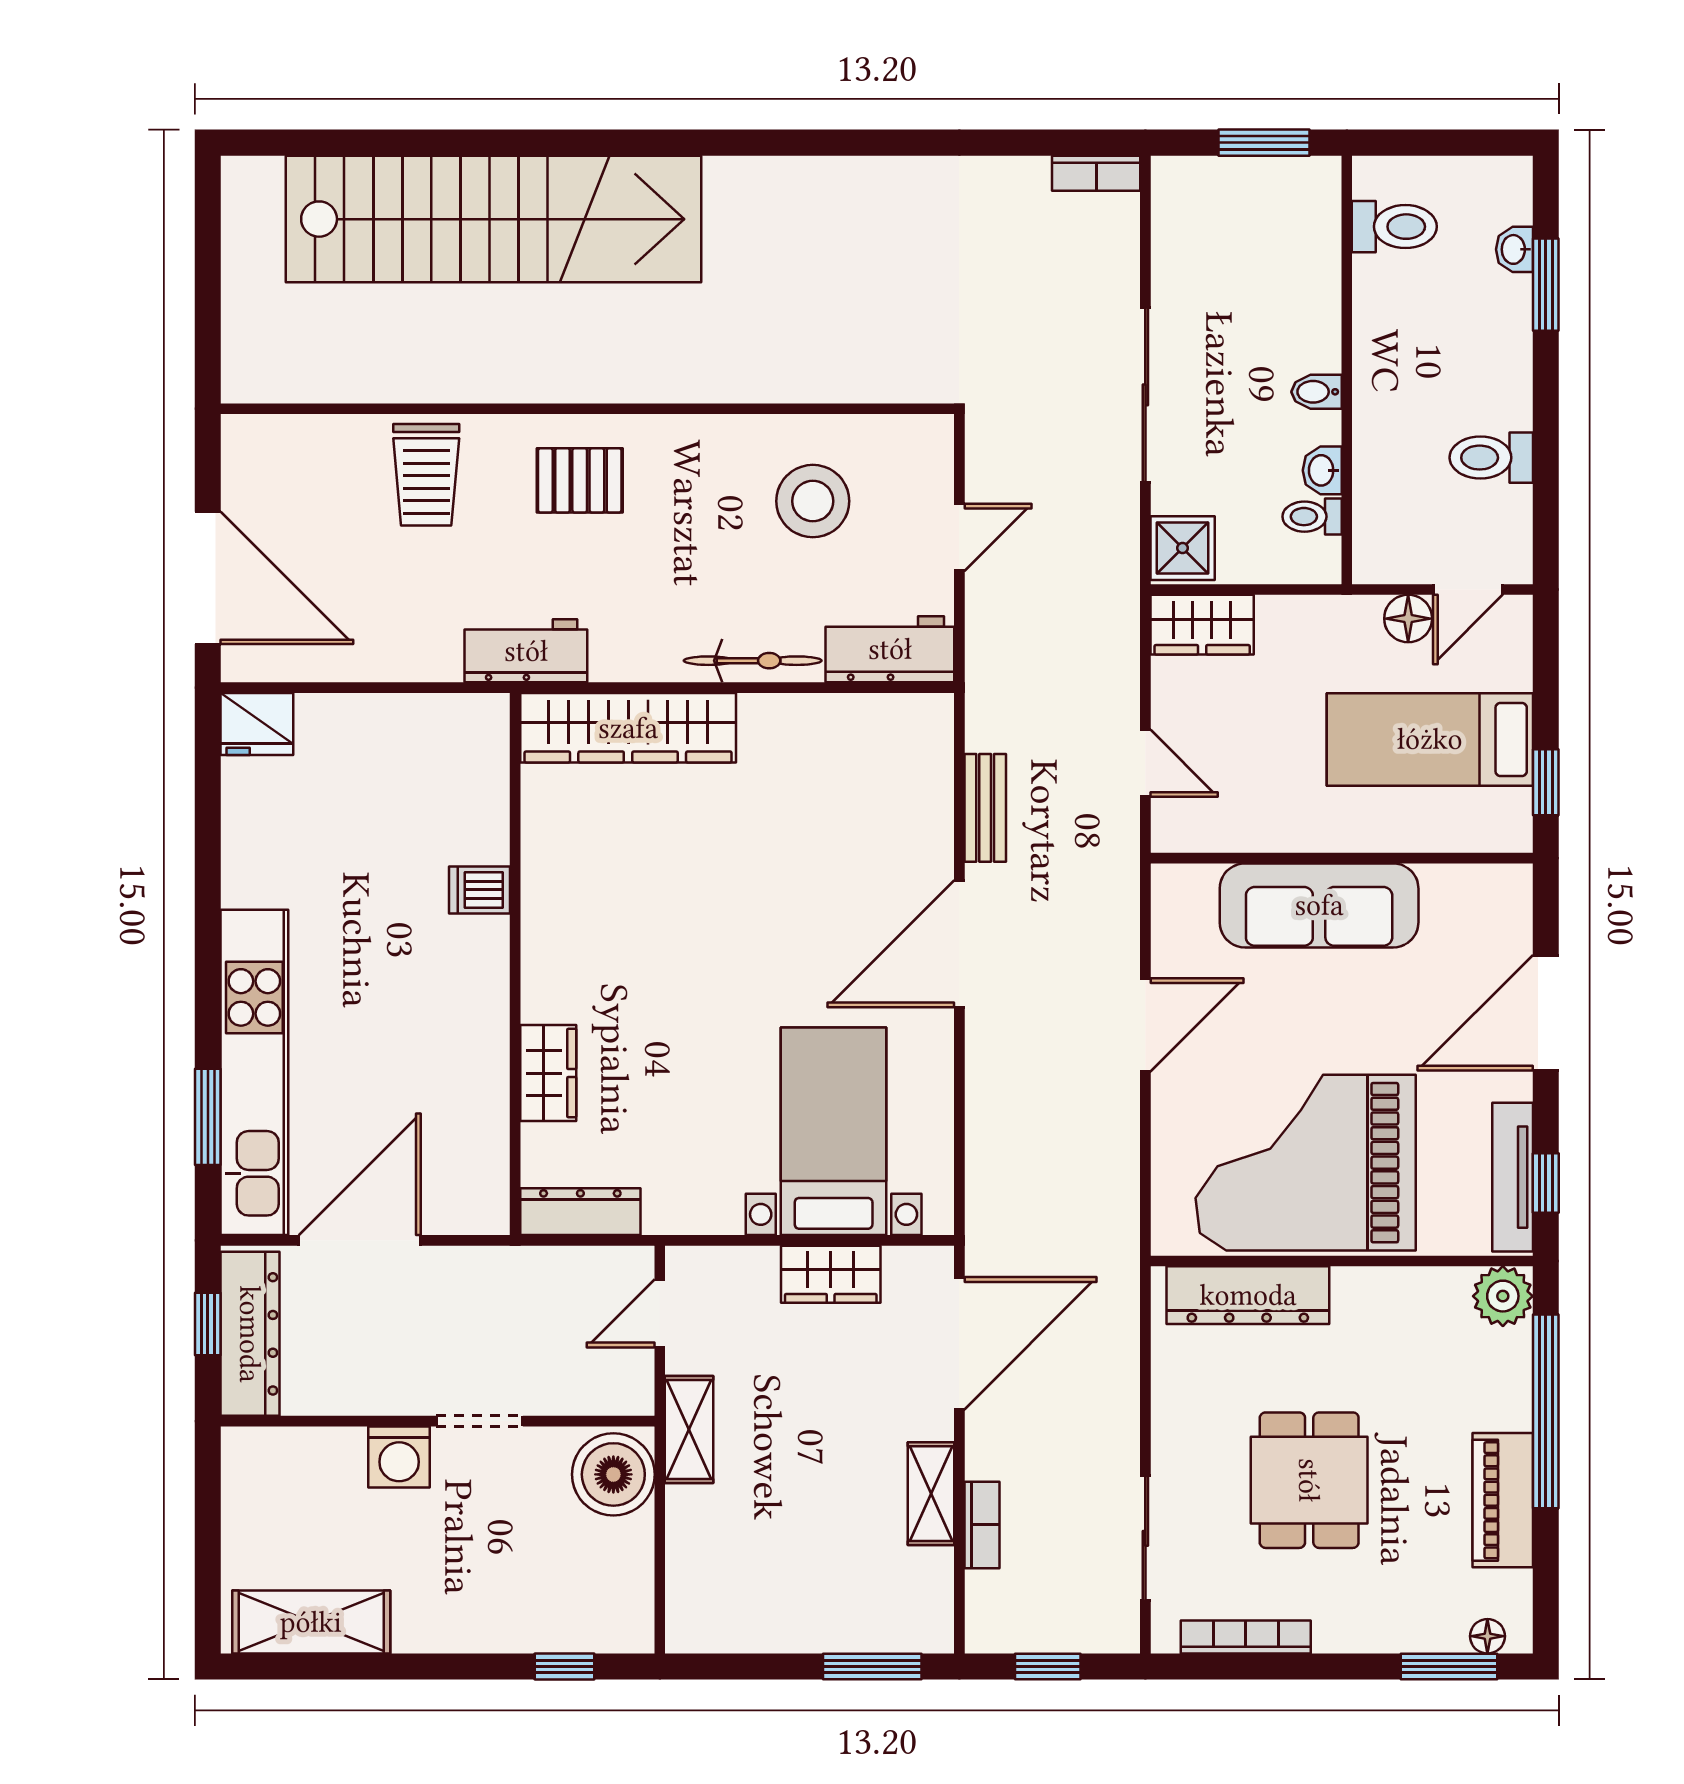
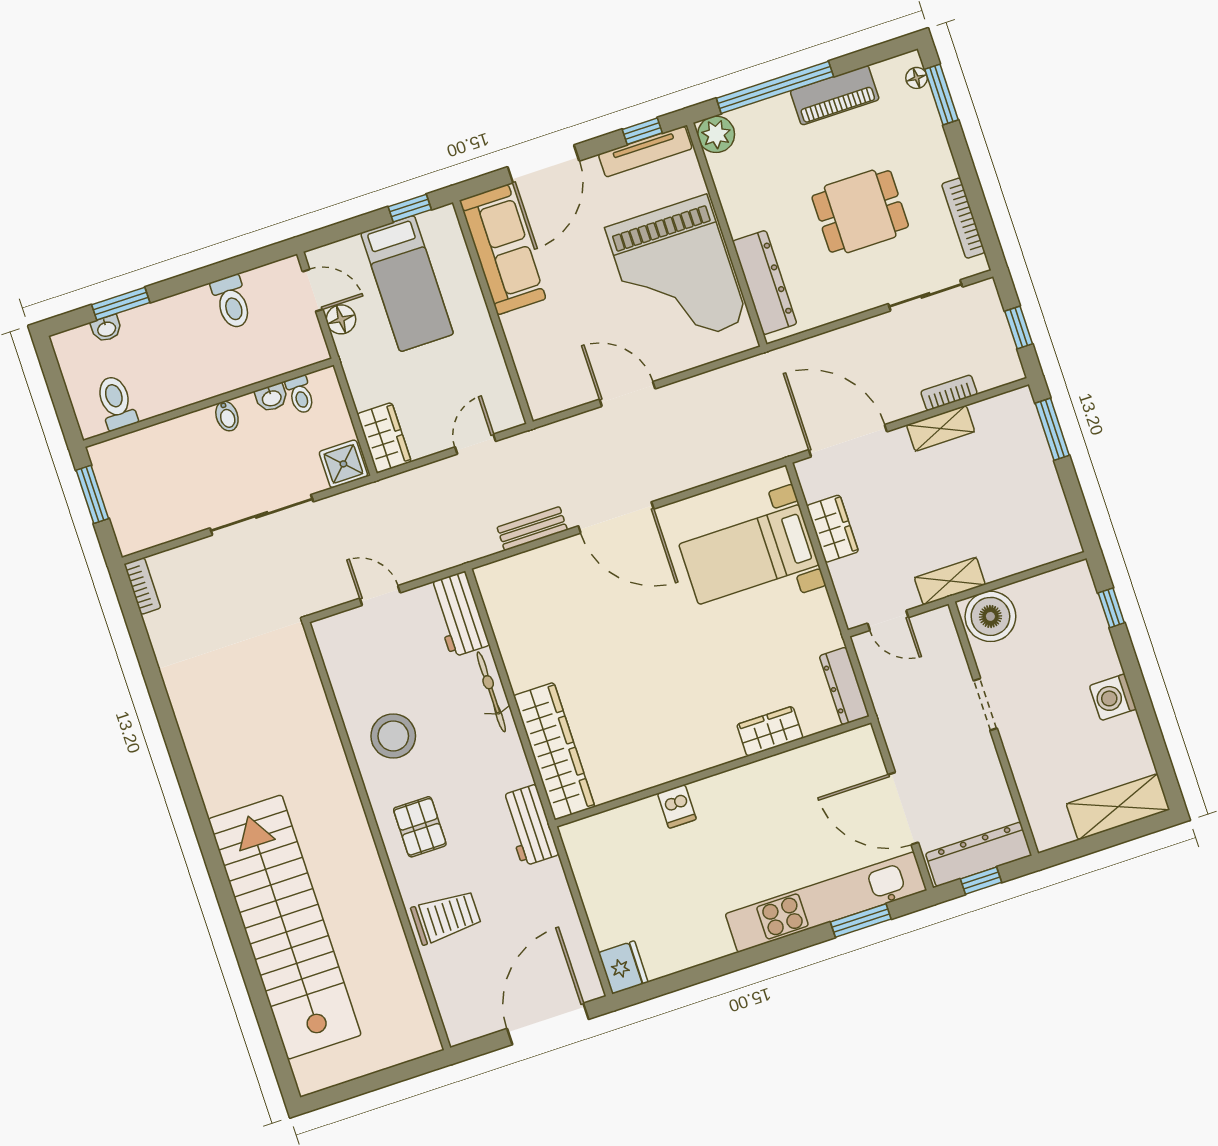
stool: (813, 501) -> (393, 736), moved
sofa: (1319, 905) -> (503, 250), moved
door: (1546, 1013) -> (543, 164), hinge flipped
washing machine: (399, 1457) -> (1113, 697), moved, turned 180
shelving: (311, 1622) -> (1118, 807), moved, turned 90

